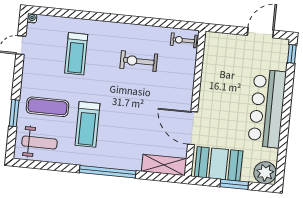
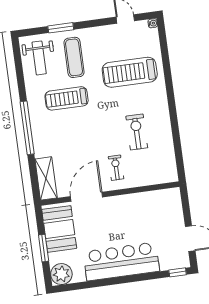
exercise bike: (184, 40) -> (116, 168), moved
treadmill: (76, 54) -> (130, 72), width x1.37, depth x1.38

